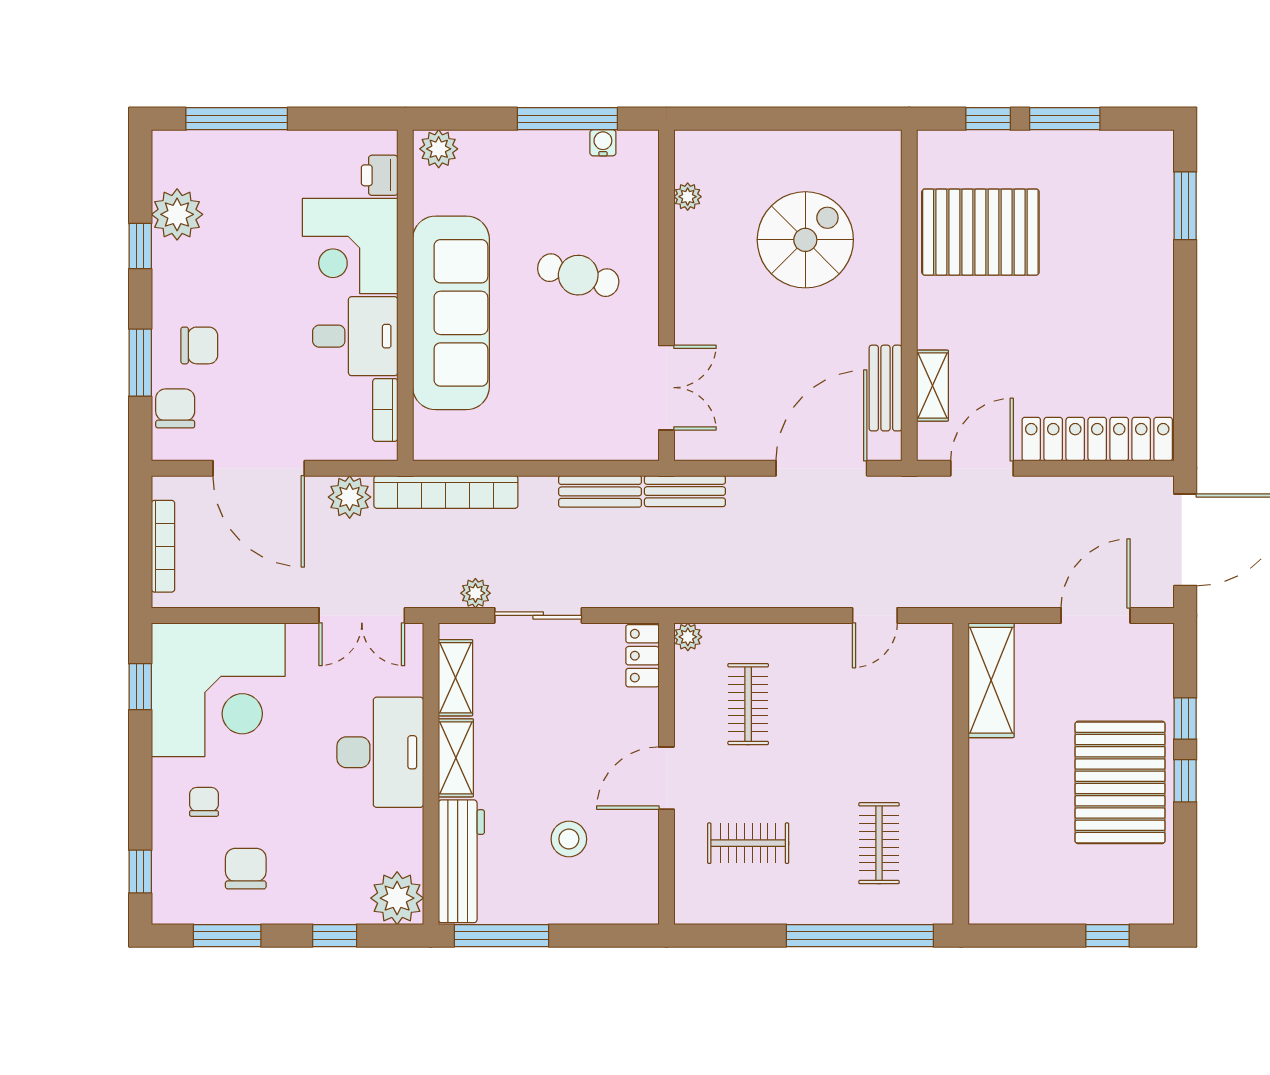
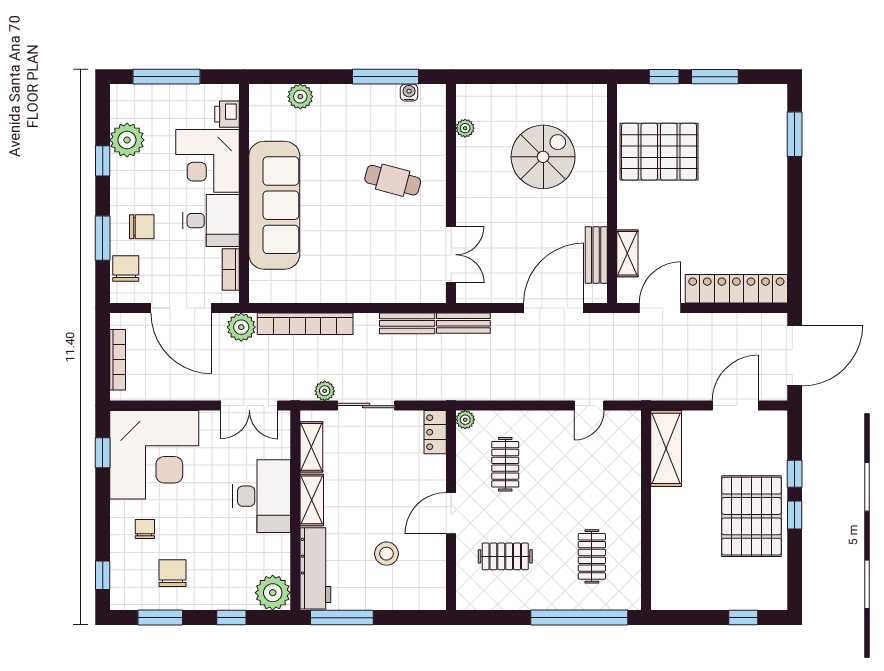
printer: (380, 175) -> (227, 114), moved
corner desk: (350, 246) -> (208, 161), moved
wall: (405, 295) -> (244, 194), moved
sofa: (451, 313) -> (274, 205), moved
desk: (355, 336) -> (211, 221), moved
bookcase: (385, 410) -> (231, 269), moved

